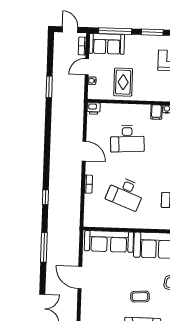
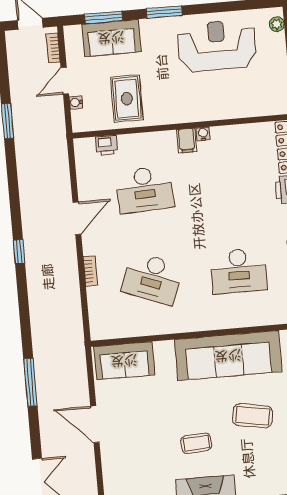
window: (115, 31) -> (104, 17), width x0.69
sofa: (107, 44) -> (111, 38), moved
printer: (94, 108) -> (107, 145), moved
door: (84, 151) -> (77, 218), hinge flipped
window: (45, 197) -> (19, 252), moved
sofa: (109, 241) -> (124, 361), width x0.73

